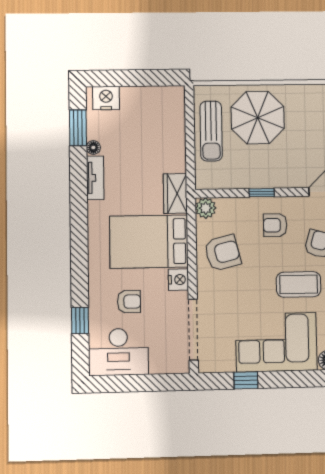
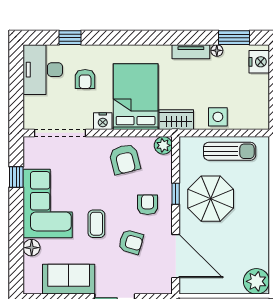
parasol: (258, 118) -> (211, 199), moved
sun lounger: (211, 131) -> (230, 151), turned 180
side table: (171, 145) -> (218, 117), added
coffee table: (299, 284) -> (96, 224), width x0.73, depth x0.77

